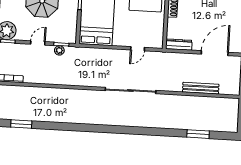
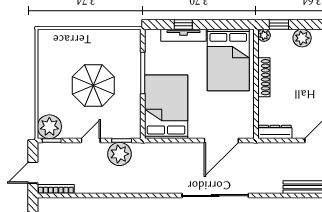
door: (138, 49) -> (221, 140), width x1.87
plant: (59, 50) -> (119, 154), width x1.88, depth x1.88

